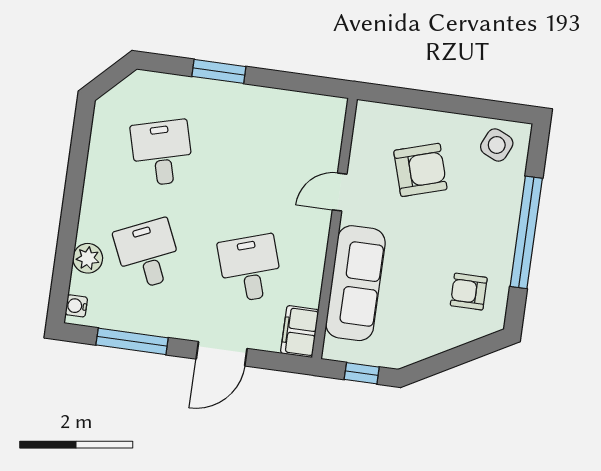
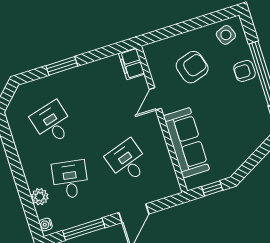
side table: (497, 145) -> (226, 35), turned 45
desk: (148, 254) -> (70, 179), turned 33
armchair: (469, 292) -> (244, 71), moved
filing cabinet: (300, 332) -> (132, 64), moved

